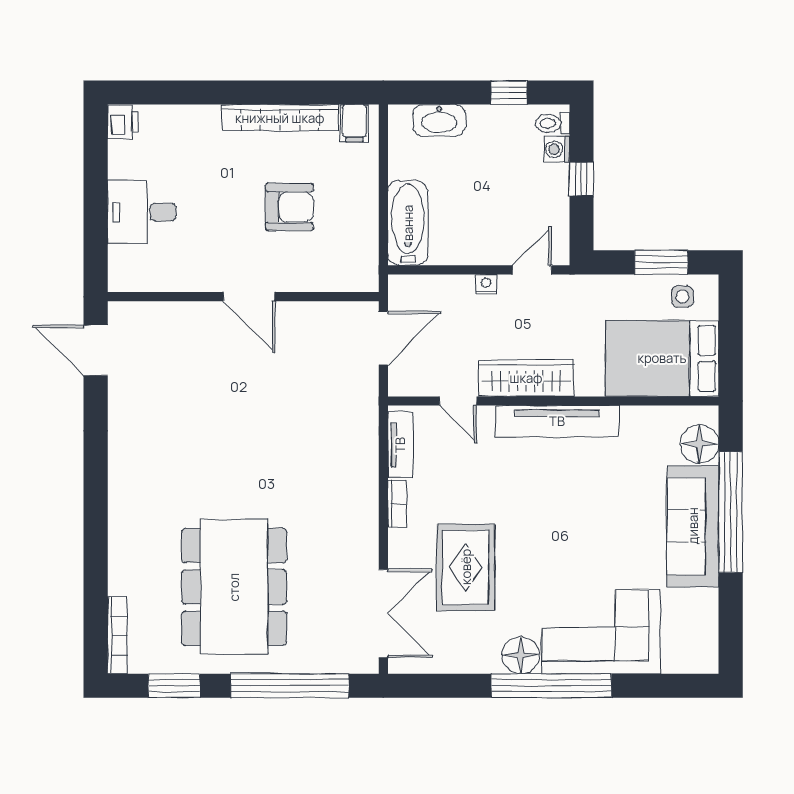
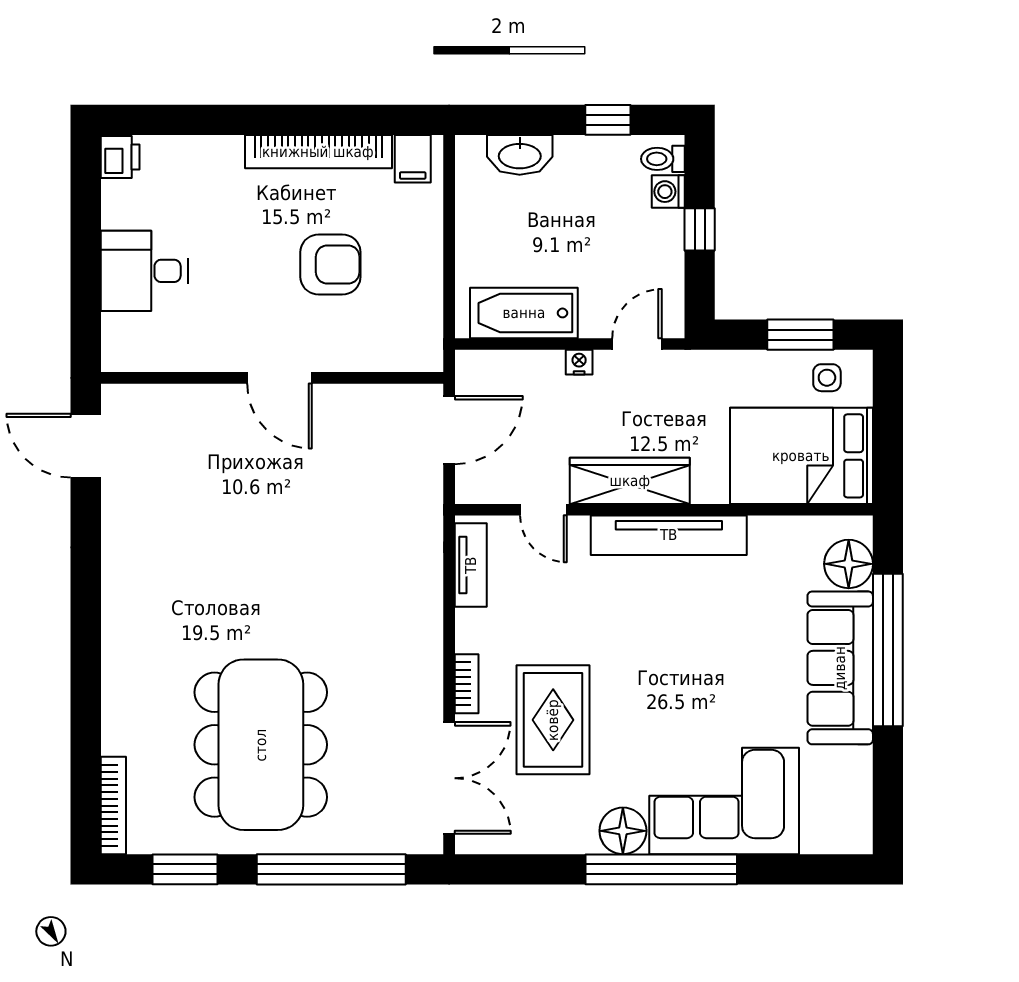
bathtub: (408, 223) -> (524, 313), moved, turned -90
bookcase: (397, 504) -> (467, 684), moved

